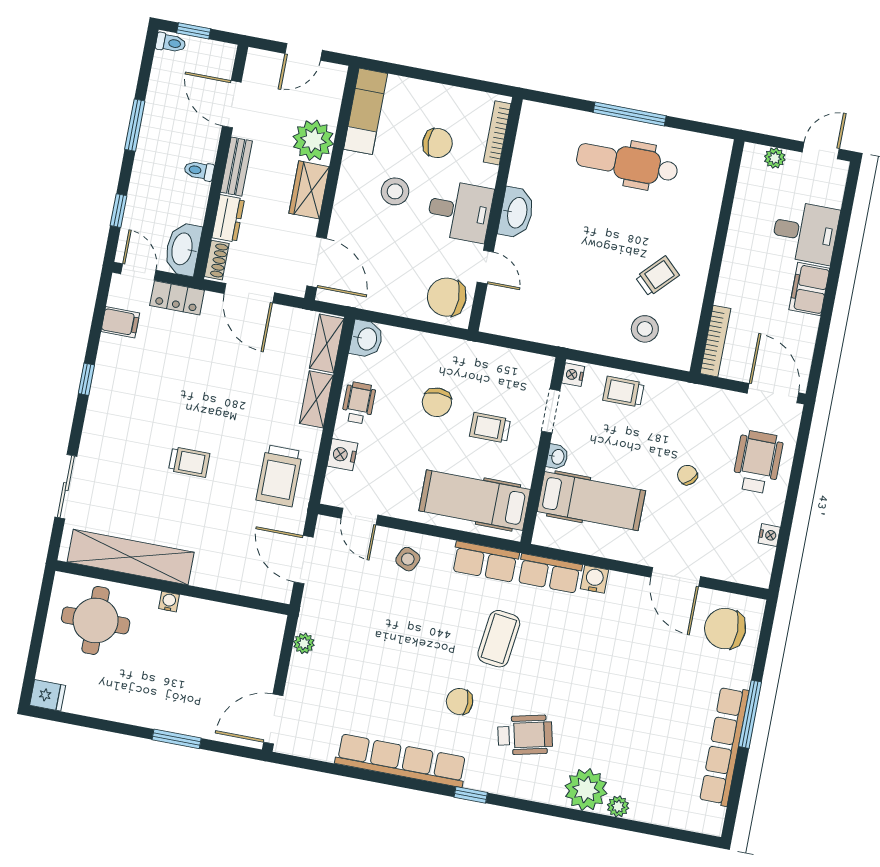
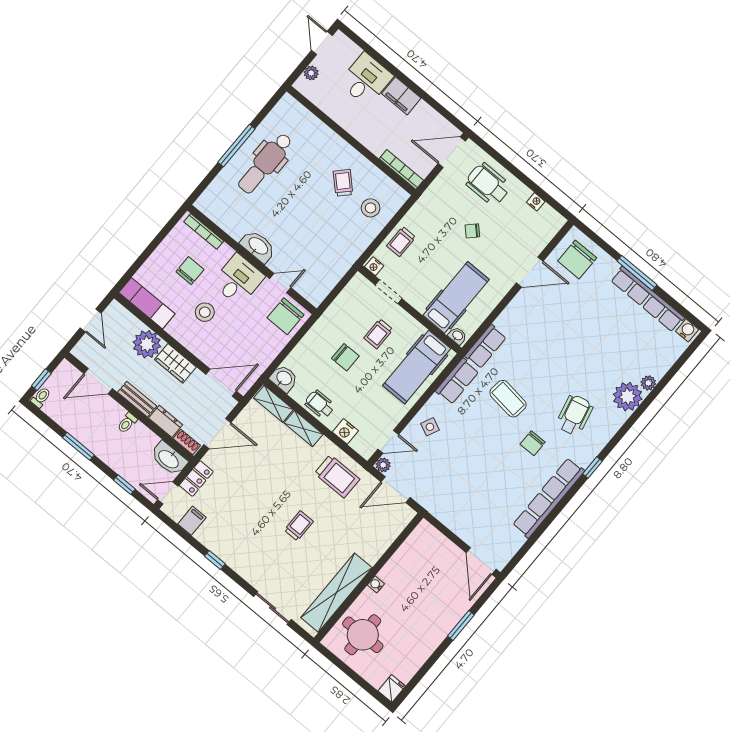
washbasin: (557, 457) -> (457, 336), moved
water cooler: (594, 579) -> (687, 330), moved, turned 90
plant: (304, 643) -> (383, 465), moved

